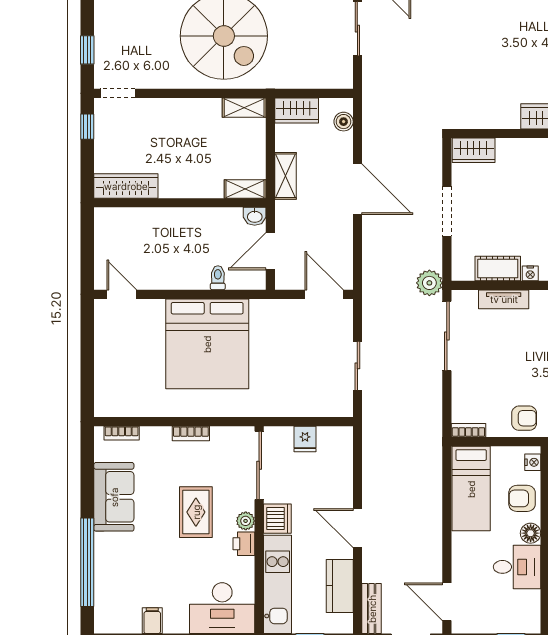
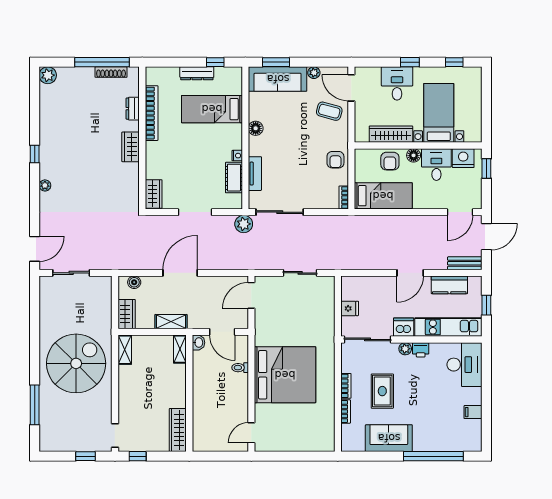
armchair: (524, 418) -> (335, 160), turned 180
bookcase: (122, 433) -> (346, 411), moved
nightstand: (533, 462) -> (463, 158), moved, width x1.89, depth x1.79
rug: (196, 512) -> (382, 391), moved, turned 90

